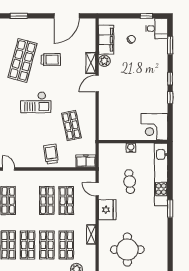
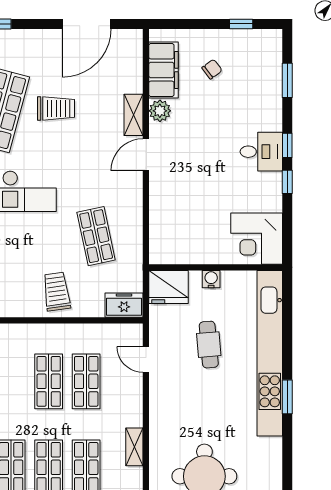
desk: (157, 29) -> (261, 152), moved
kitchen unit: (161, 175) -> (270, 353), width x1.36
fridge: (107, 210) -> (169, 287), moved, turned 90

